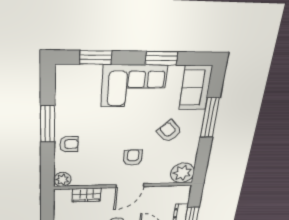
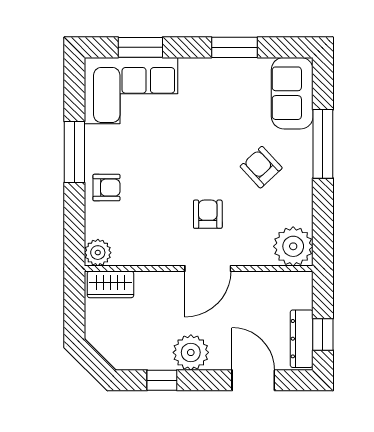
corner sofa: (134, 86) -> (131, 91), moved
wardrobe: (87, 195) -> (110, 284), moved

